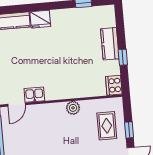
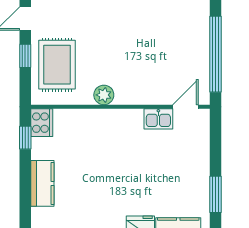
window: (123, 57) -> (25, 138), moved
rug: (107, 126) -> (57, 65), width x1.36, depth x1.43

